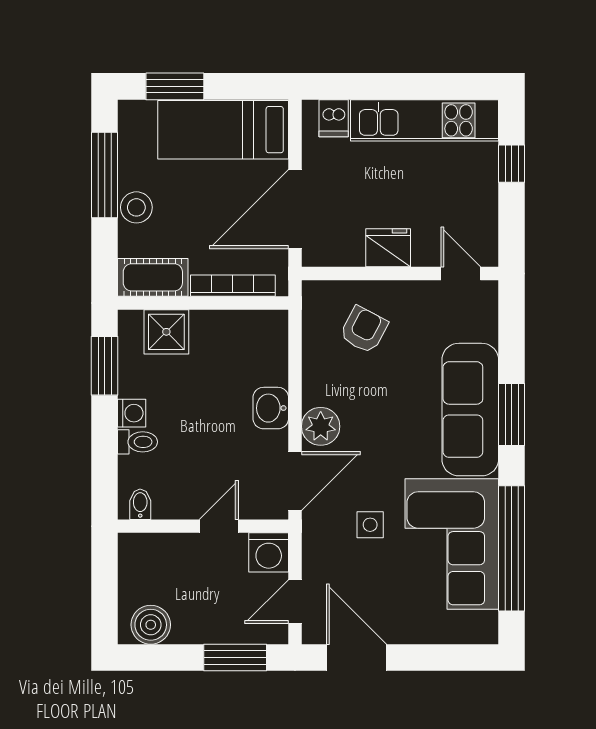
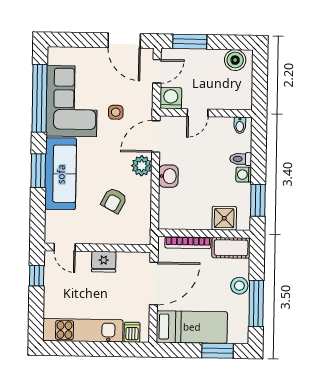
window: (512, 164) -> (37, 276), moved
armchair: (364, 330) -> (114, 200), moved

